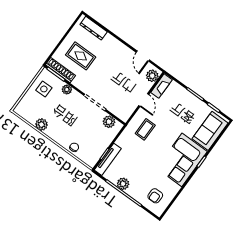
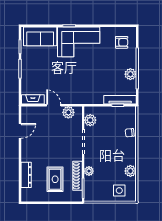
dresser: (94, 28) -> (26, 175), moved
shoe rack: (60, 70) -> (77, 176), moved
plant: (152, 76) -> (68, 112), moved
side table: (44, 89) -> (119, 190), moved
door: (144, 100) -> (54, 105), hinge flipped
coffee table: (145, 129) -> (76, 88), removed

